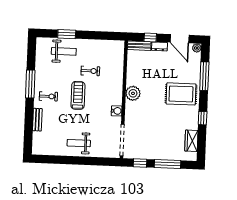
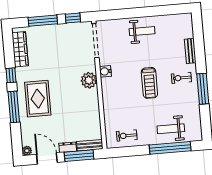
window: (67, 34) -> (170, 148), width x2.11
window: (150, 38) -> (79, 156), width x2.17
exercise bike: (90, 71) -> (127, 136), moved
window: (204, 76) -> (14, 107), moved
plant: (133, 93) -> (89, 80), moved
rug: (181, 94) -> (38, 99), turned 90
wardrobe: (191, 141) -> (20, 49), width x1.50

